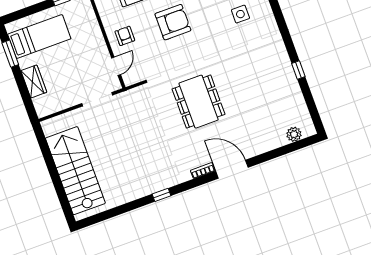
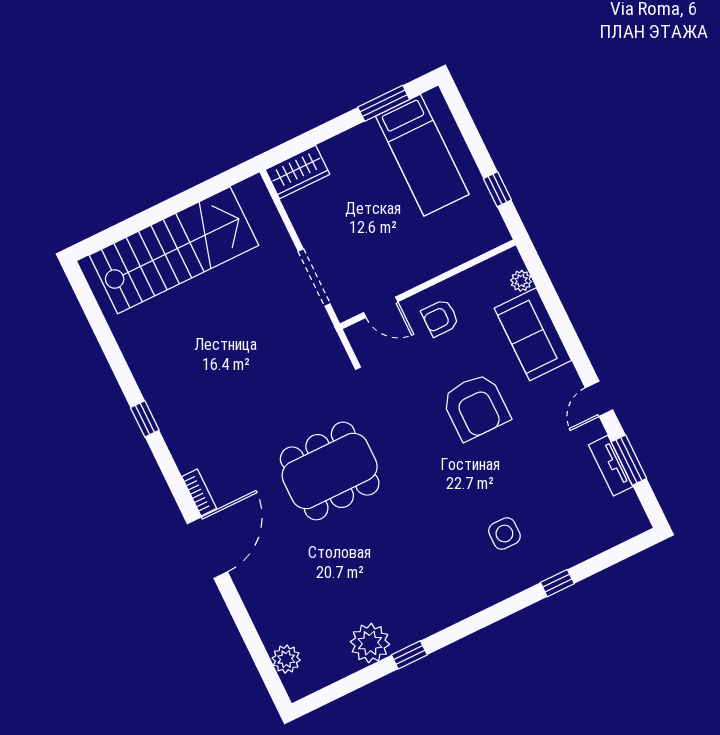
armchair: (125, 36) -> (440, 318), turned 180
wardrobe: (34, 81) -> (298, 172), moved
plant: (290, 90) -> (370, 643), added

